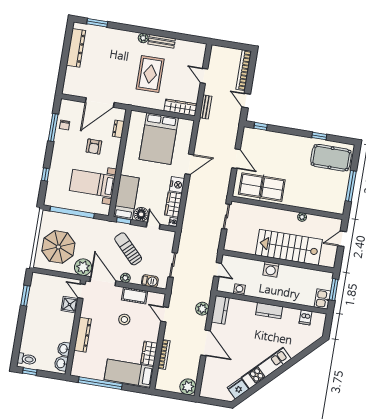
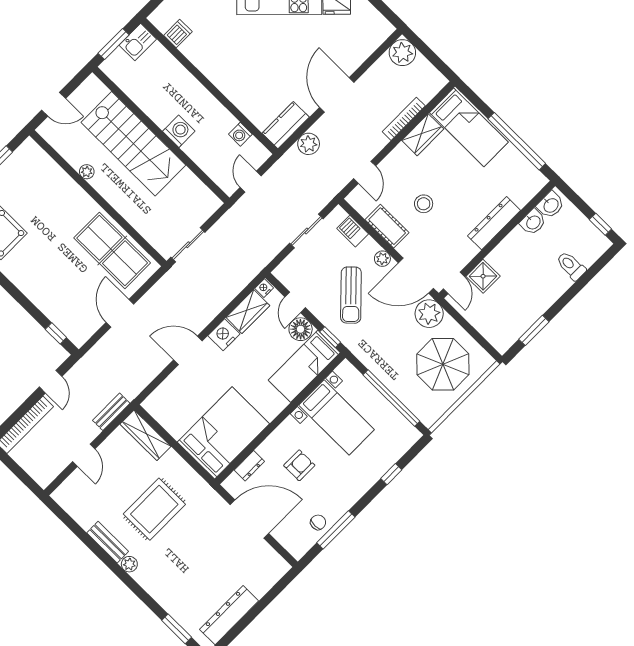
bed: (159, 139) -> (223, 433), moved
door: (103, 281) -> (416, 276), hinge flipped
kitchen counter: (269, 311) -> (220, 77), removed
toilet: (27, 359) -> (571, 266), moved

